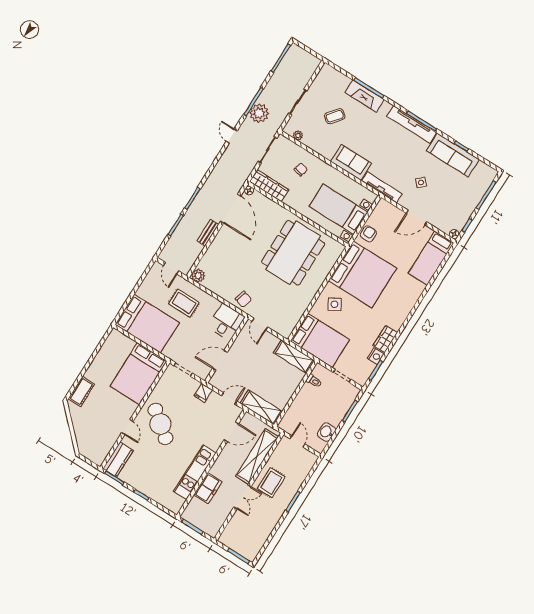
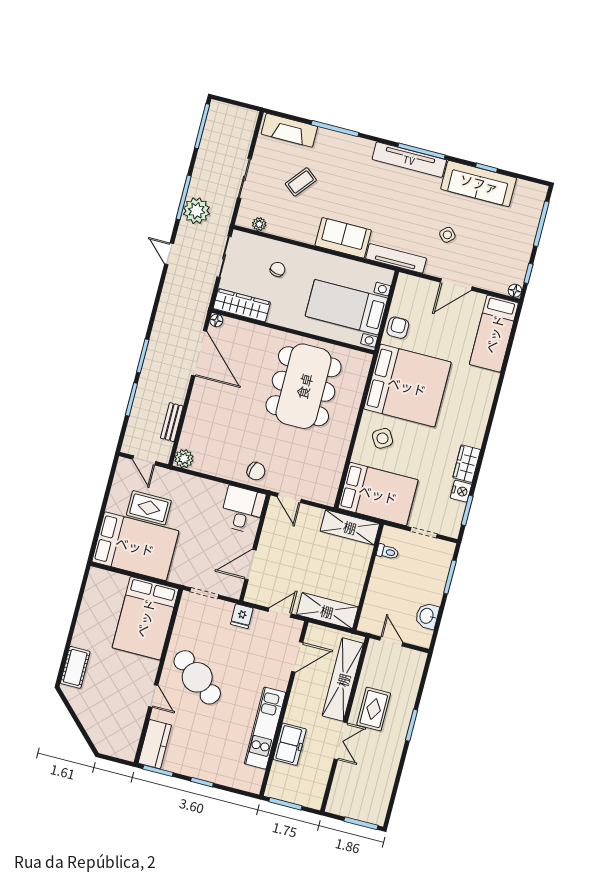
fireplace: (365, 96) -> (289, 130), moved
bench: (208, 233) -> (172, 422), moved
rug: (184, 303) -> (149, 508), moved

